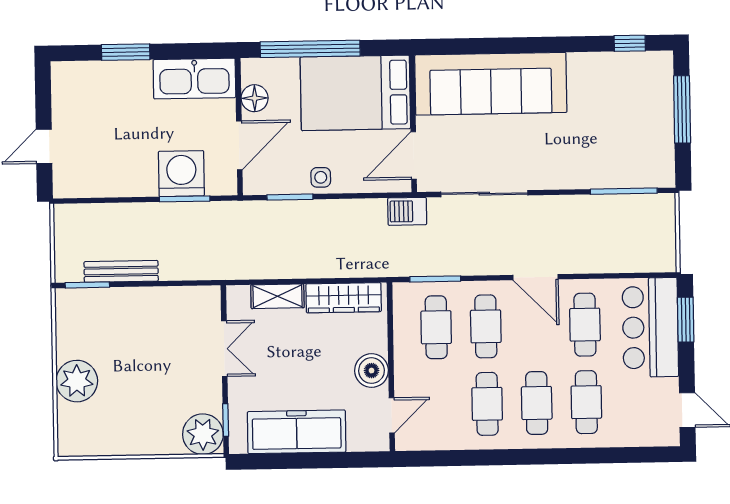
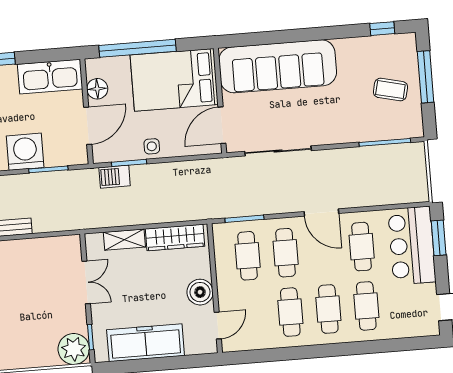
coffee table: (635, 123) -> (390, 90), added
washing machine: (181, 174) -> (25, 152), moved
barbecue: (407, 211) -> (115, 177), moved

